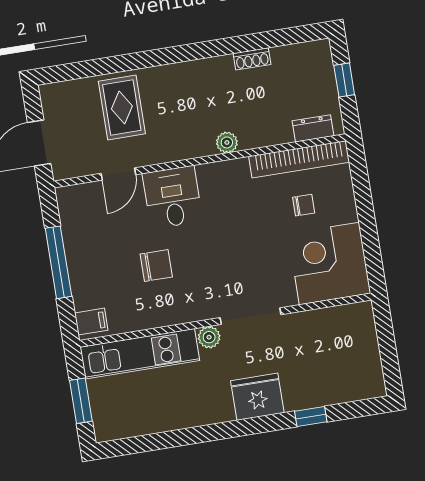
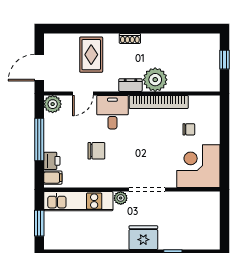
shoe rack: (252, 59) -> (130, 38), moved
dresser: (313, 128) -> (130, 85), moved
plant: (227, 142) -> (155, 80), width x1.88, depth x1.88
bookcase: (299, 159) -> (159, 102), moved
plant: (71, 200) -> (53, 104), added
printer: (85, 294) -> (52, 161), added

